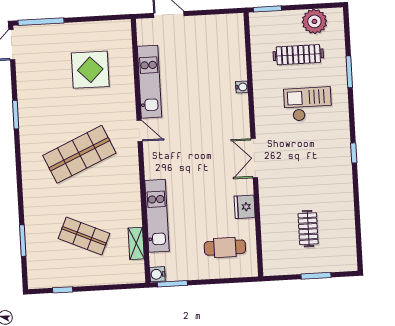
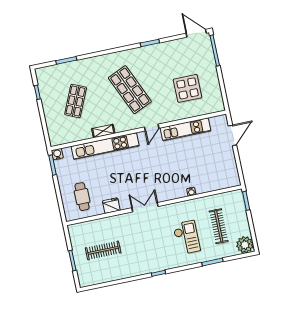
plant: (314, 21) -> (245, 245), moved
kitchen unit: (157, 216) -> (105, 146), width x1.36
clothes rail: (308, 229) -> (103, 250), width x1.36
shelving: (136, 243) -> (103, 131), moved

